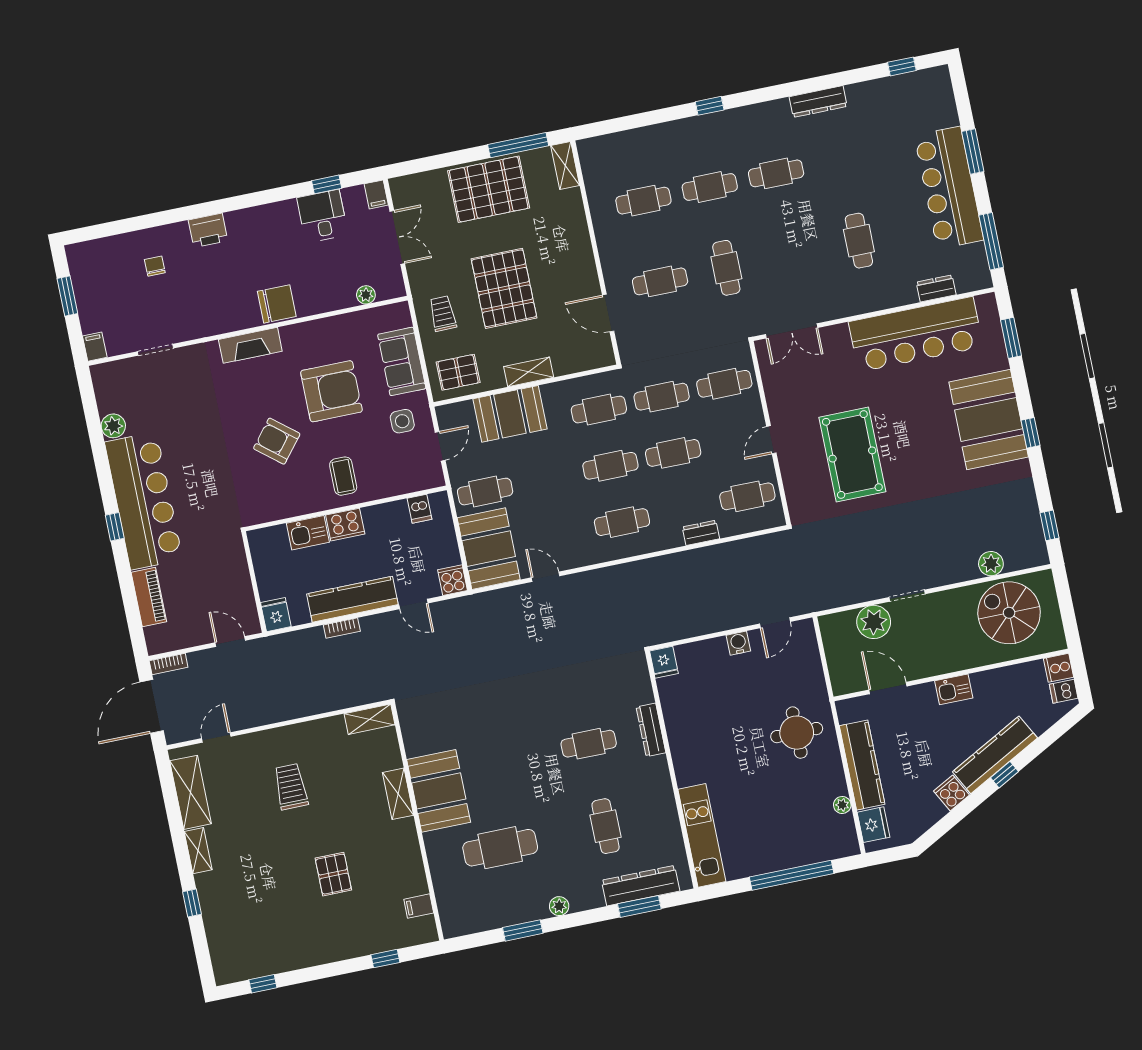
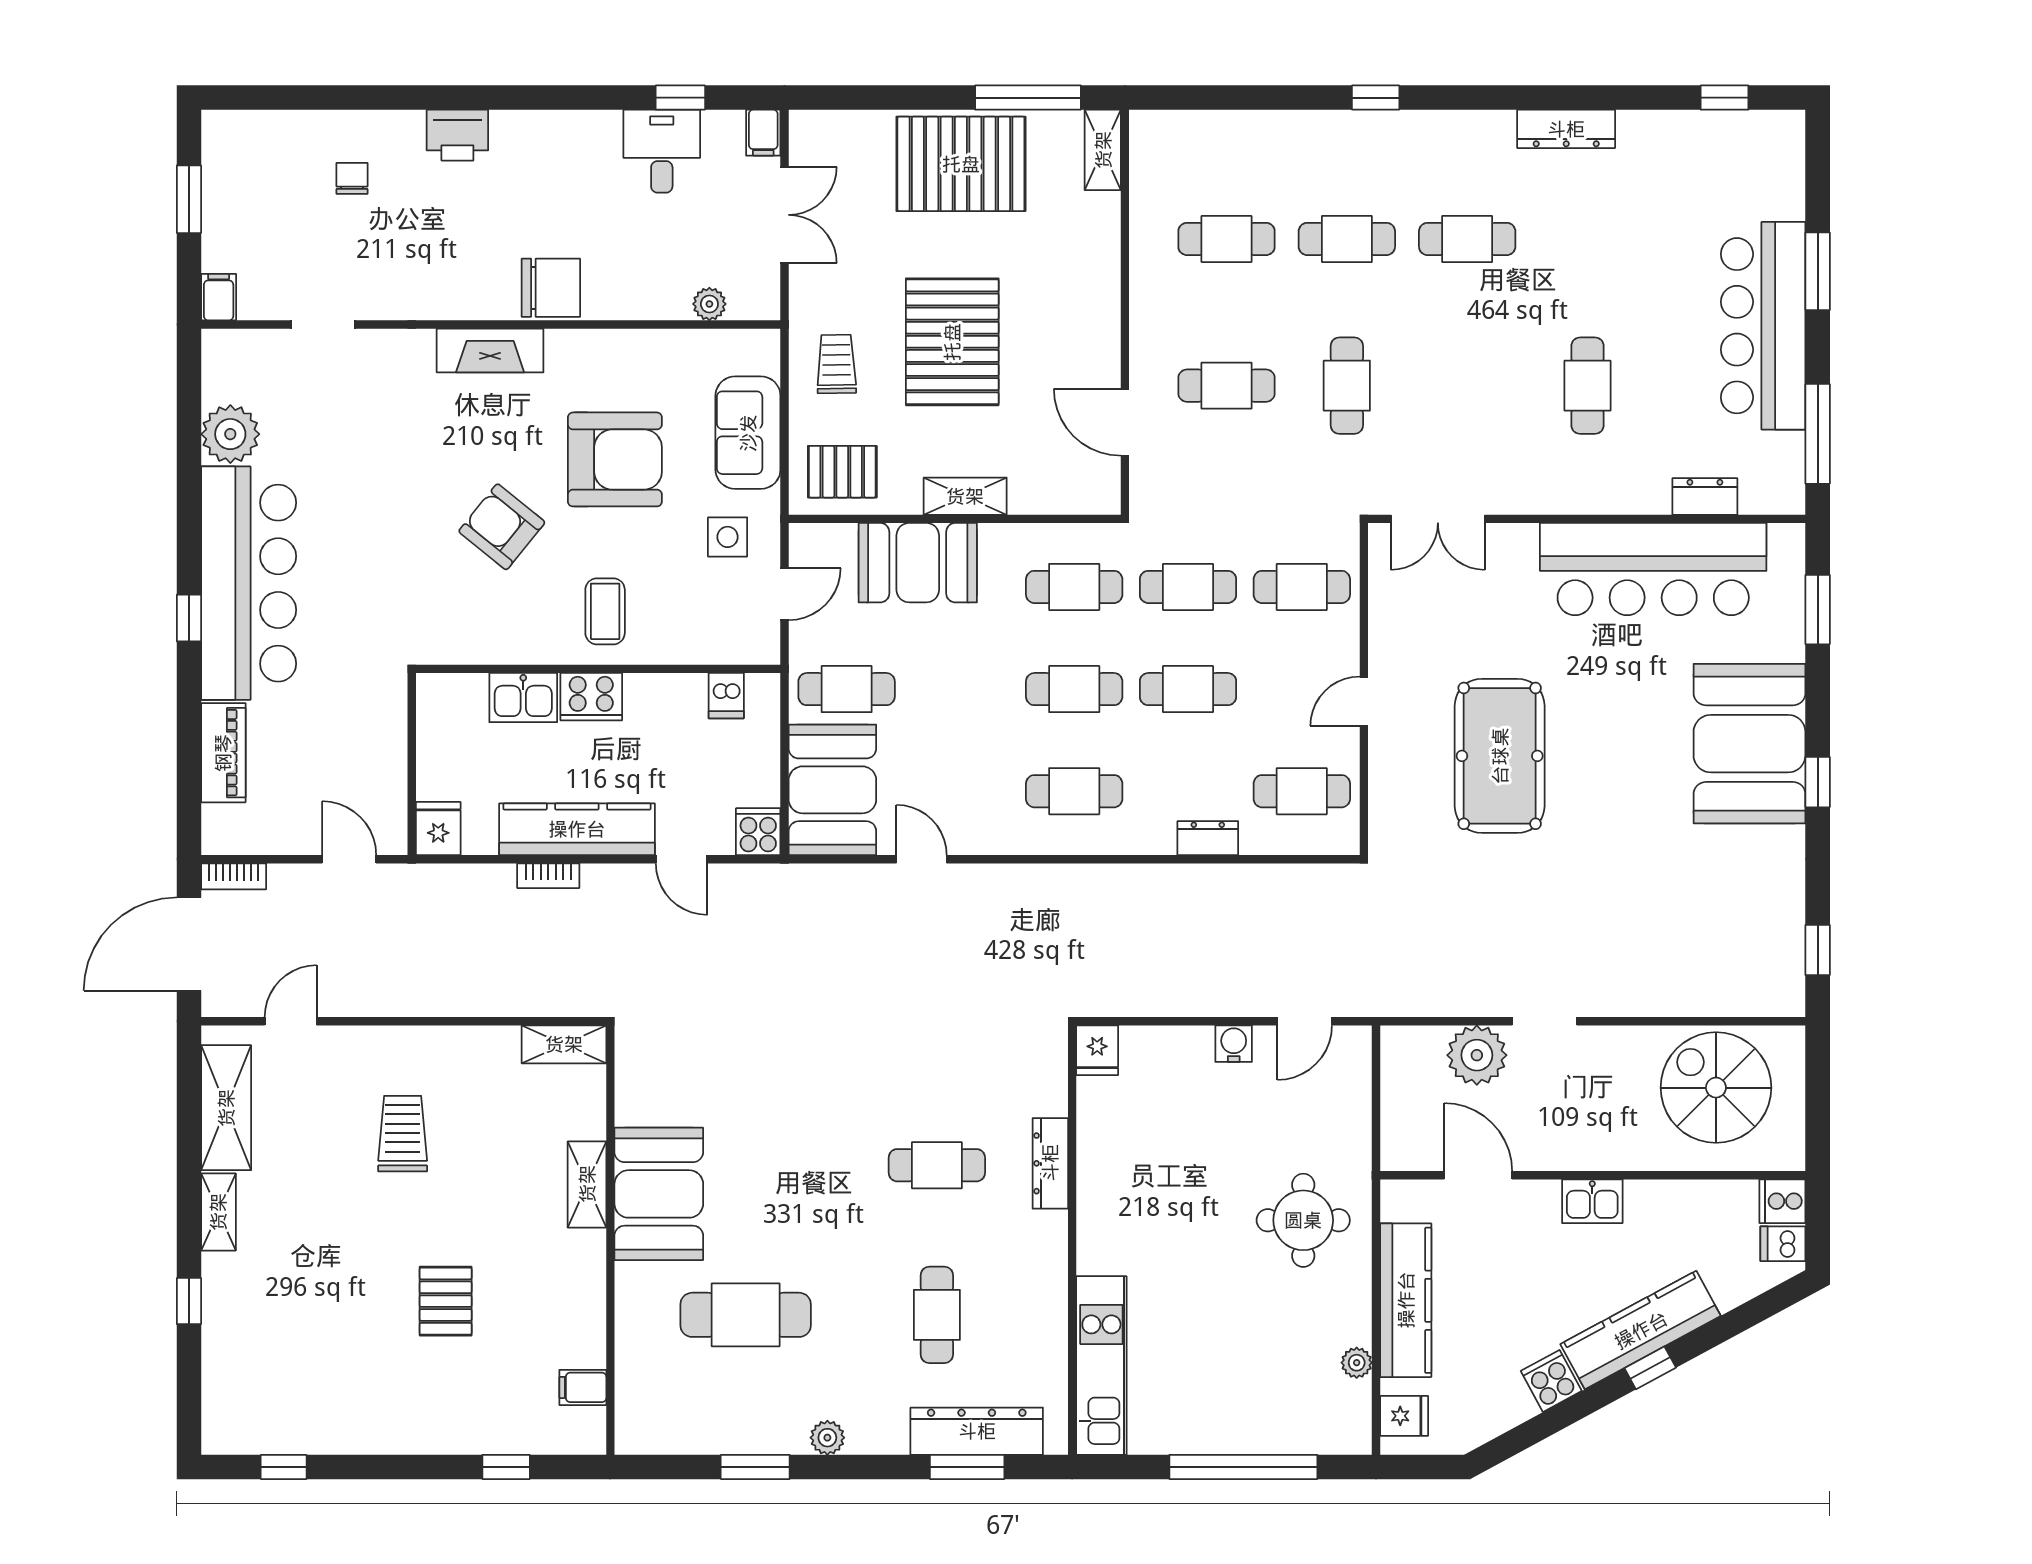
plant: (113, 426) -> (230, 434), width x1.36, depth x1.36
plant: (991, 564) -> (1702, 995), removed
fridge: (873, 825) -> (1404, 1416), width x0.72

